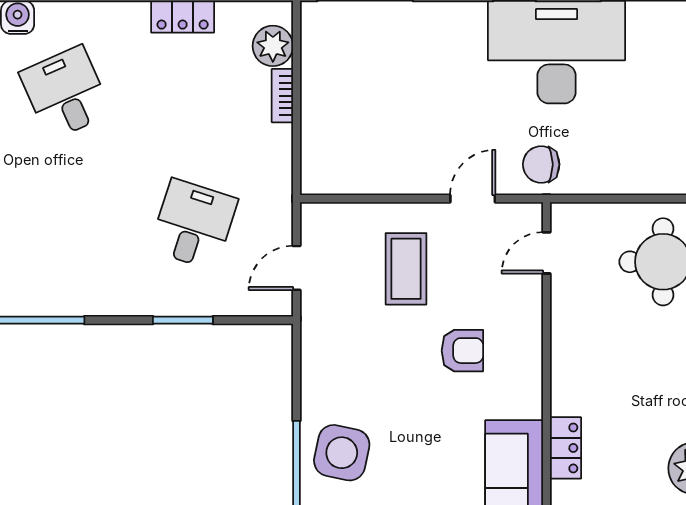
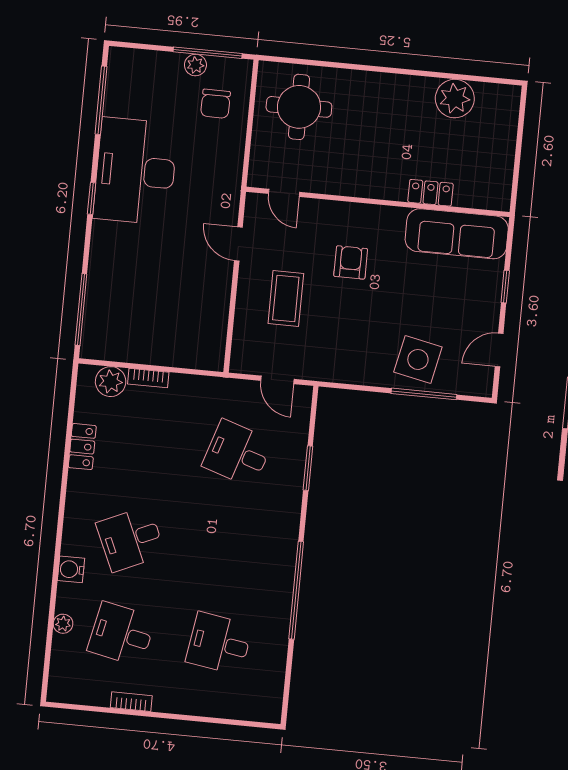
chair: (541, 164) -> (216, 104), moved
coffee table: (406, 269) -> (286, 299), turned 90

